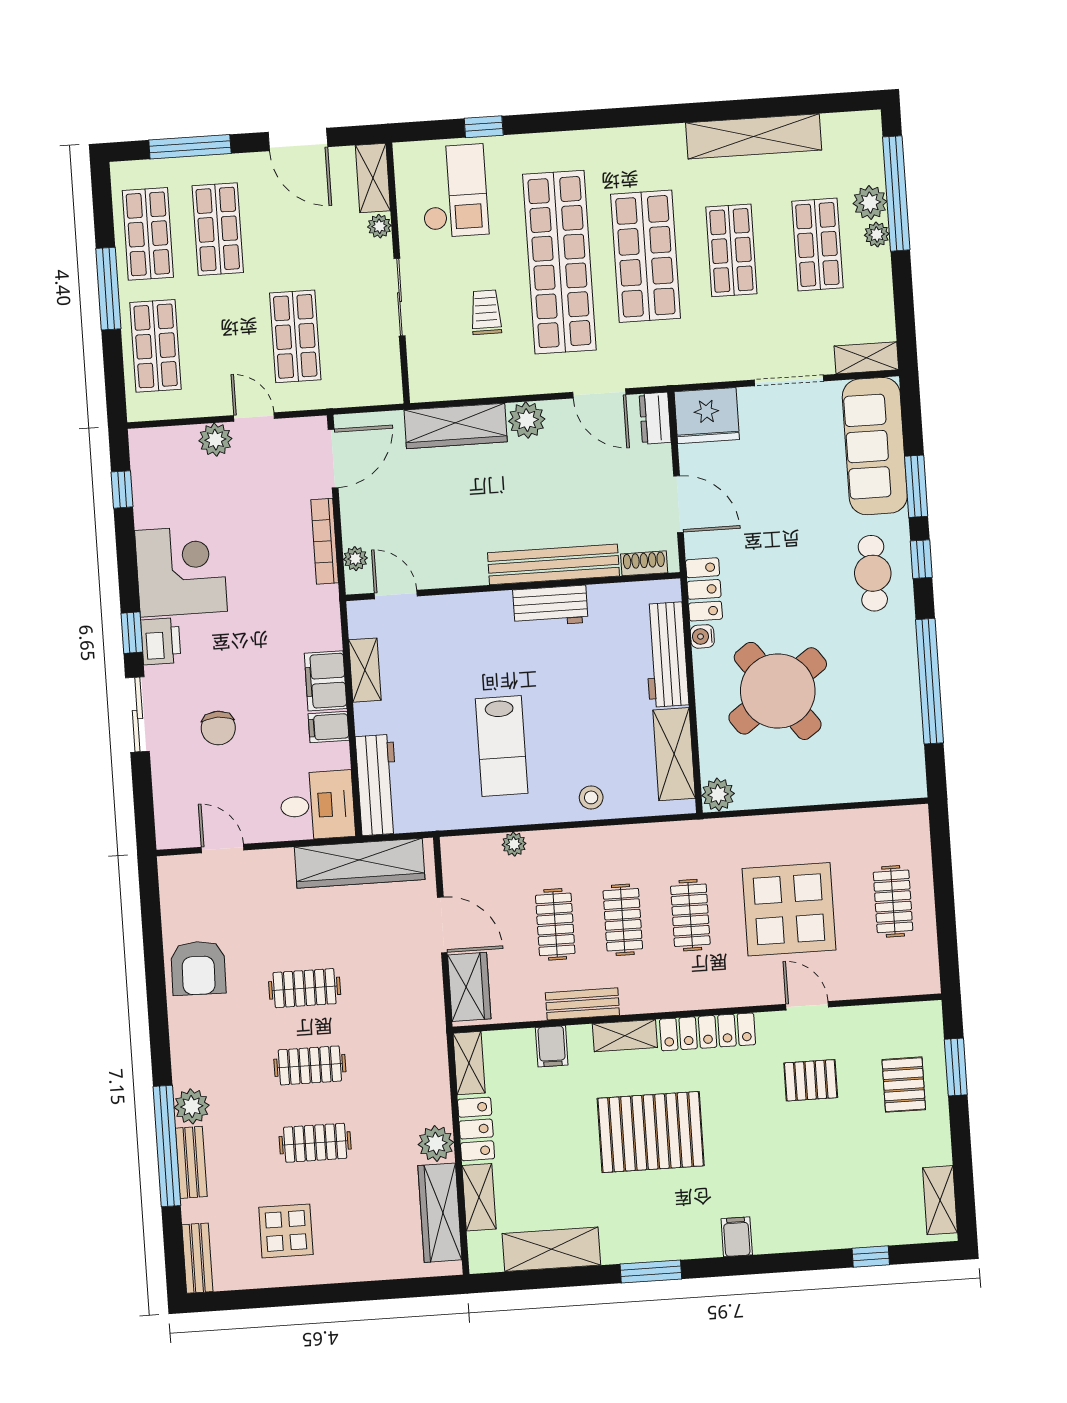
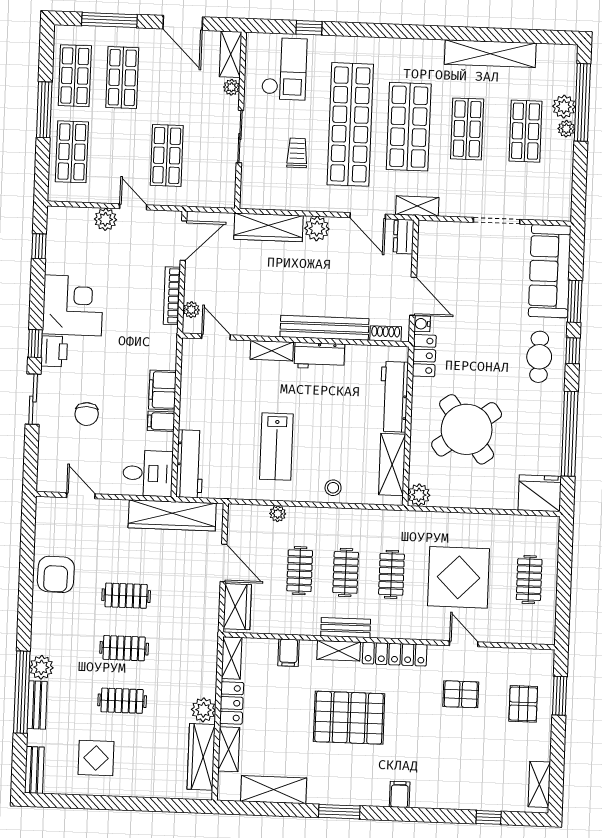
shelving: (866, 358) -> (417, 206), moved
fridge: (707, 416) -> (540, 493), moved, turned 180
water cooler: (702, 636) -> (422, 324), moved
shelving: (365, 670) -> (272, 351), moved, turned 90
bench: (582, 1004) -> (346, 628), moved

